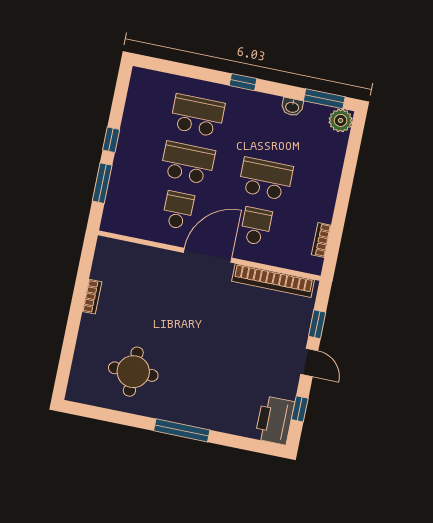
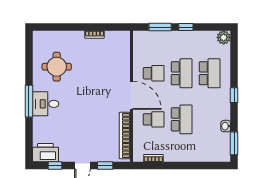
plant: (341, 120) -> (224, 37), moved
desk: (192, 403) -> (46, 104), added

